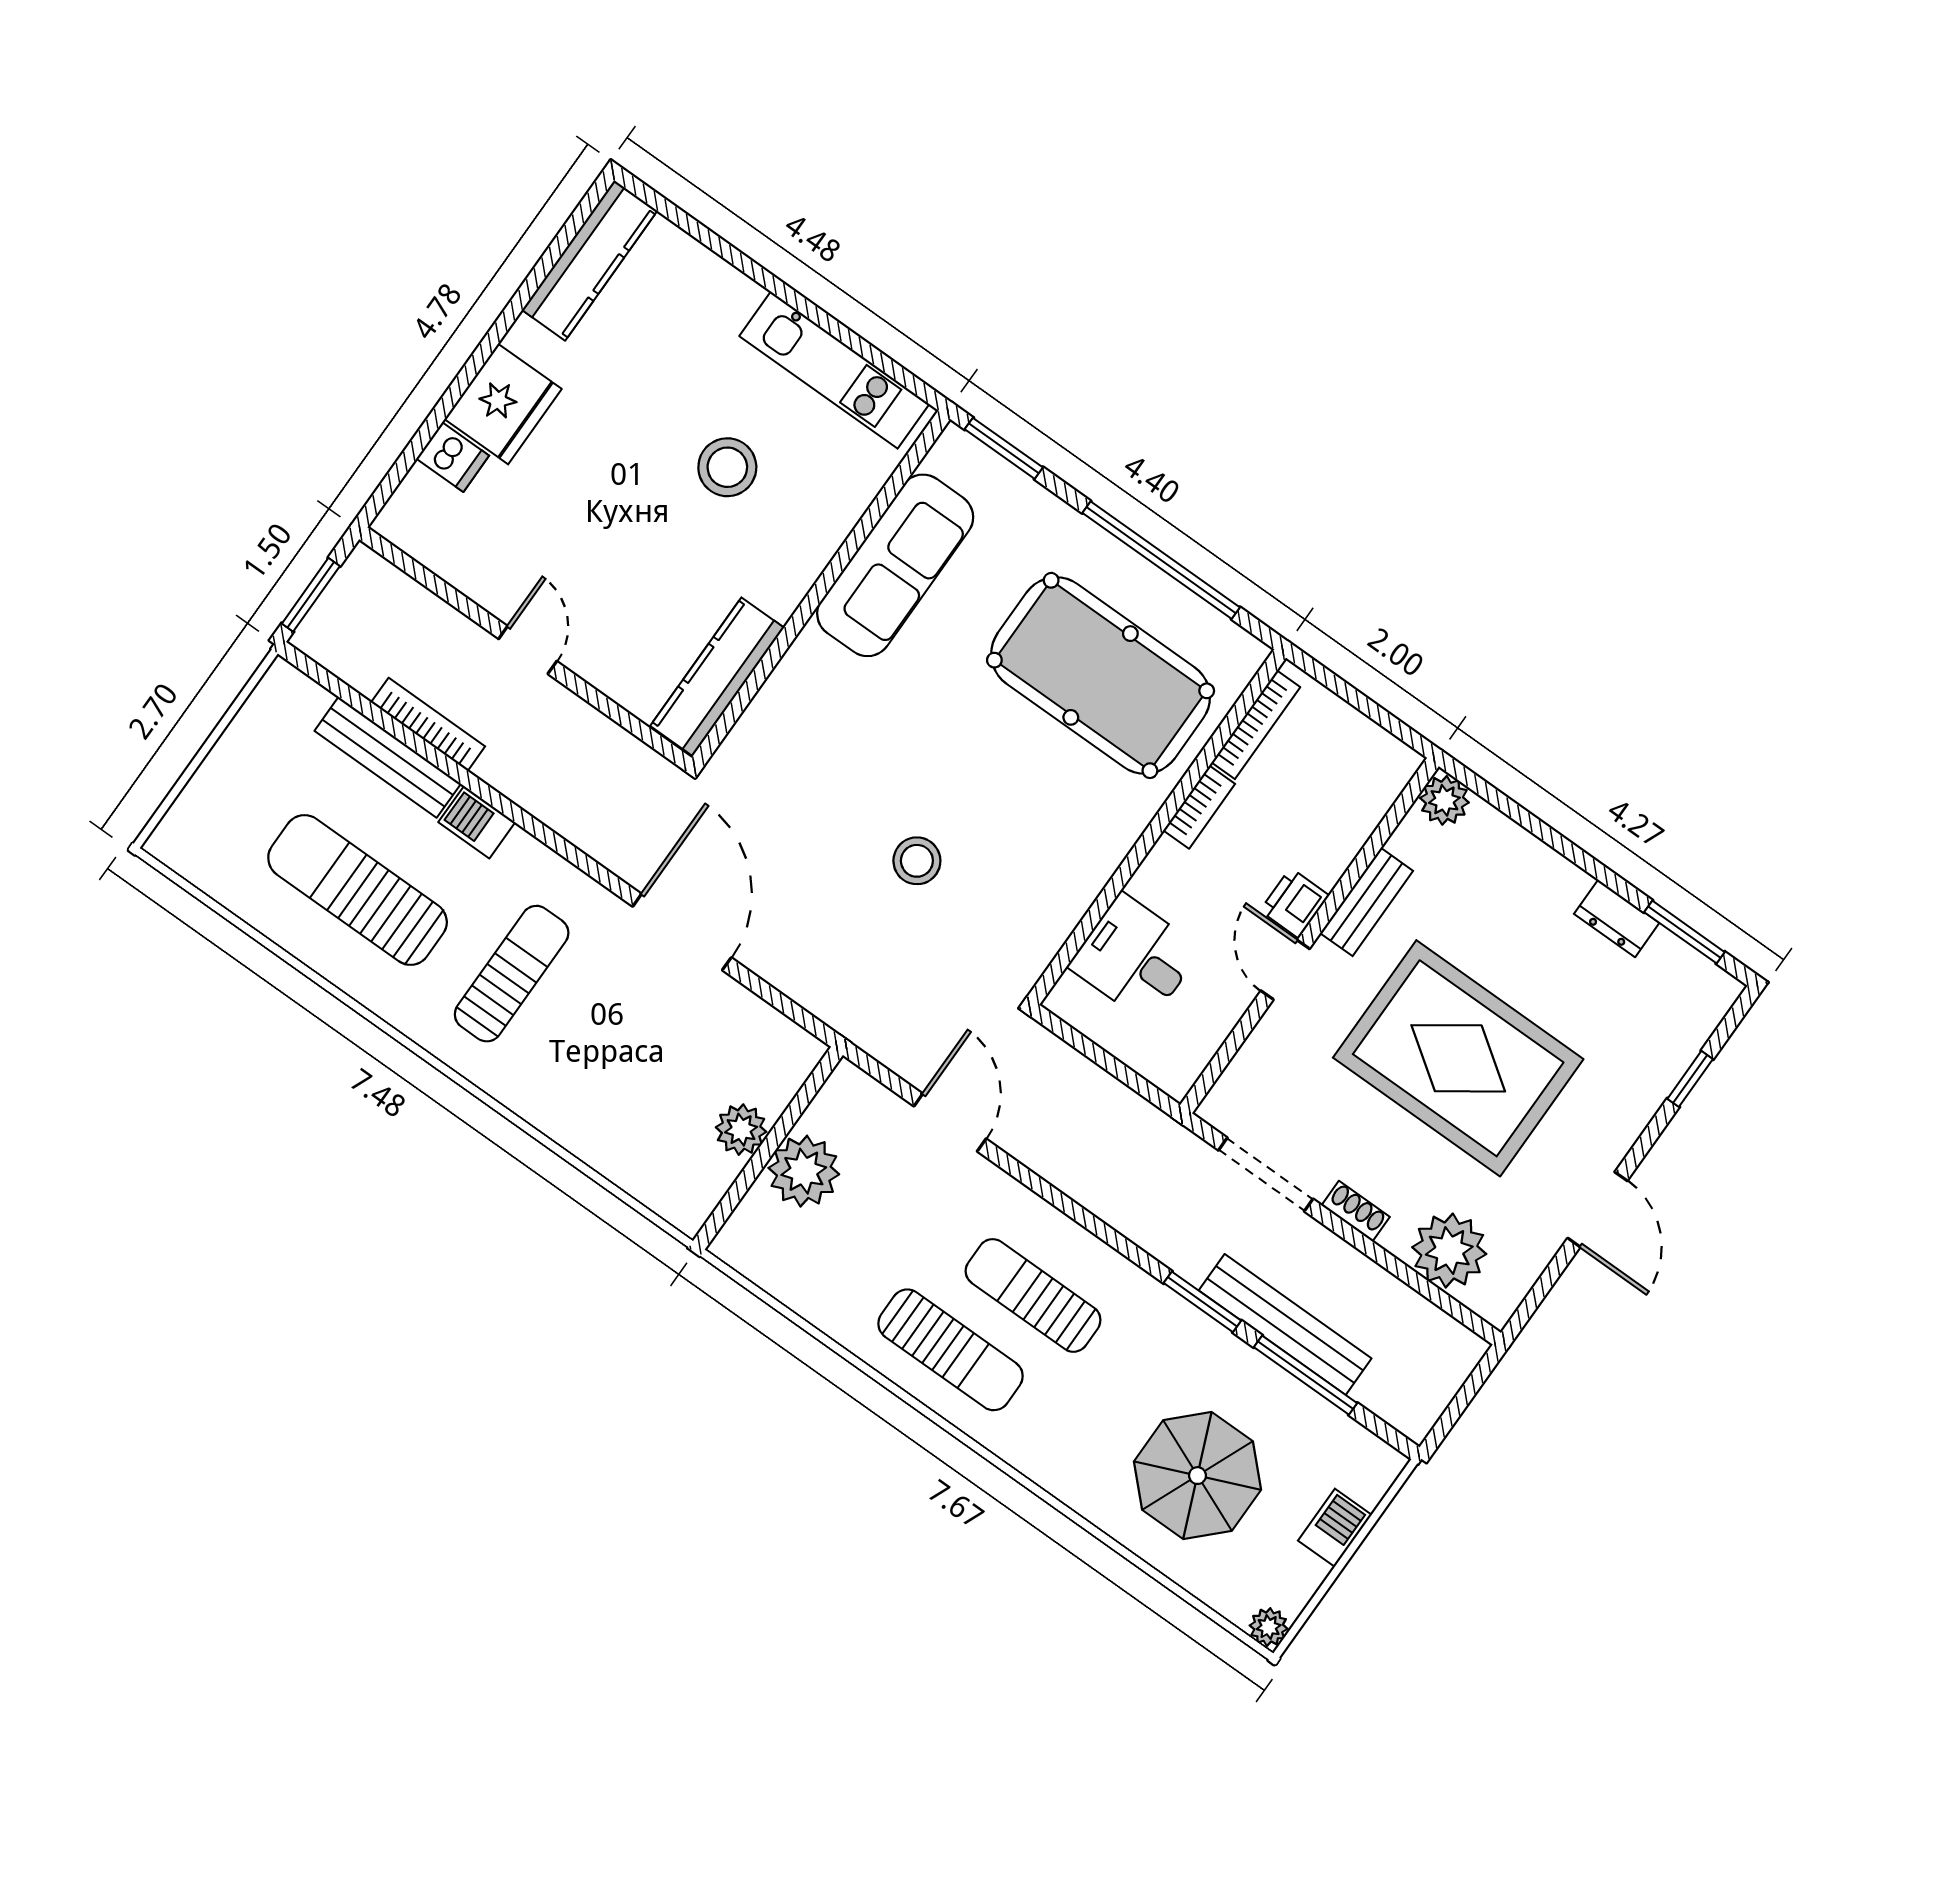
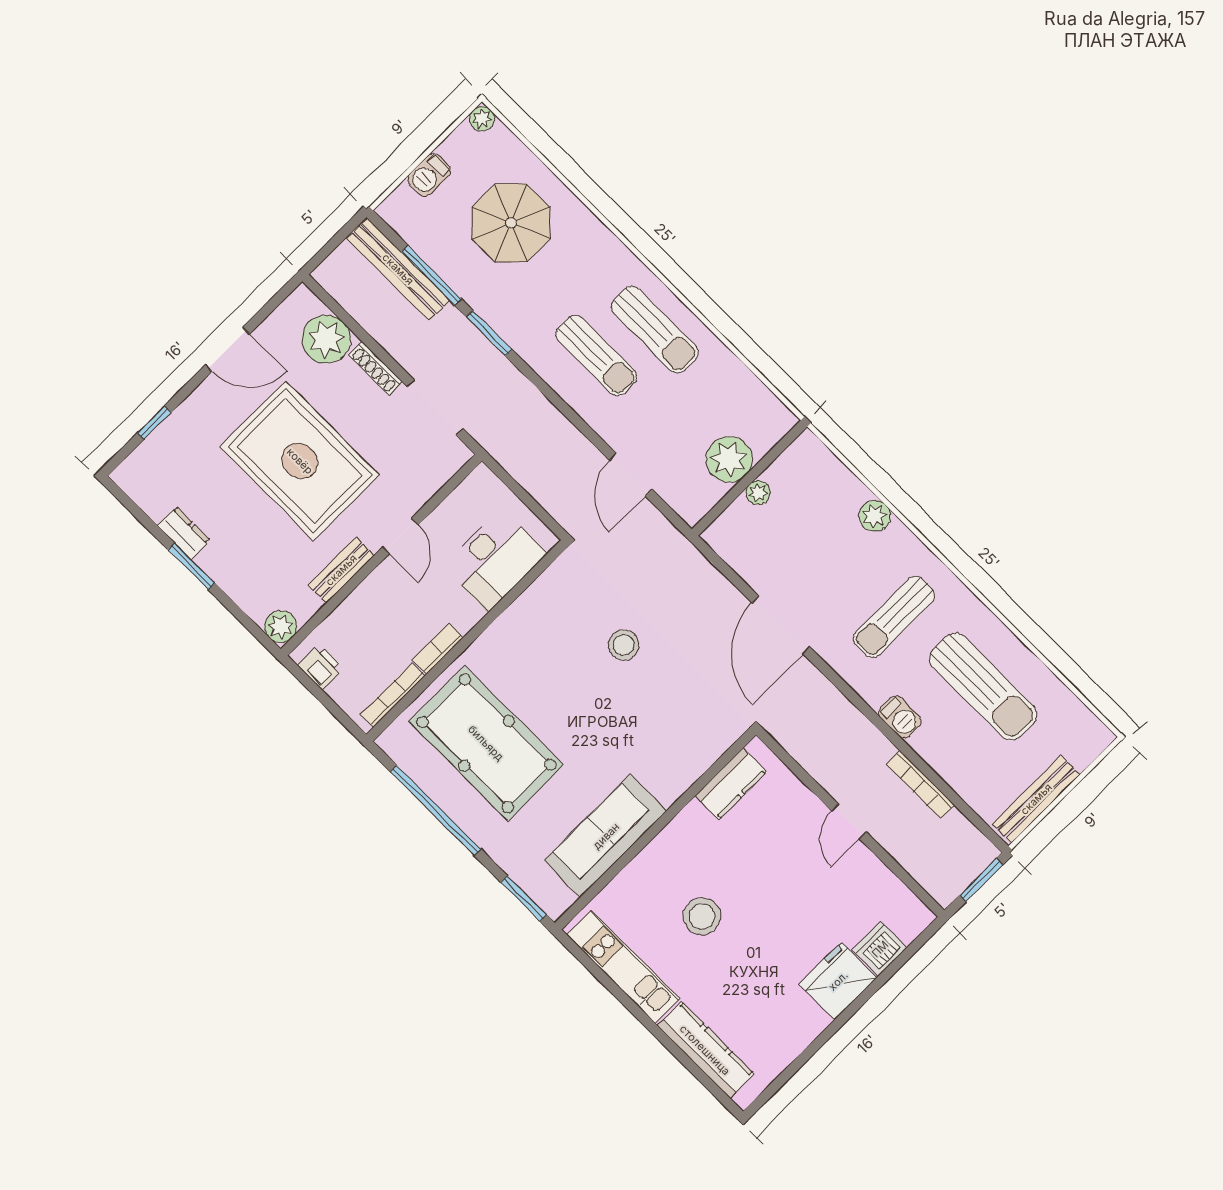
kitchen counter: (590, 260) -> (705, 1050), moved, turned 90
dishwasher: (453, 457) -> (880, 949), width x1.38
kitchen counter: (717, 677) -> (731, 784), width x0.67
bench: (388, 757) -> (1036, 799), moved, turned 90
printer: (1294, 903) -> (321, 667), moved, turned -90
window: (1684, 932) -> (191, 566), moved
desk: (1135, 958) -> (495, 560), width x1.37
plant: (567, 1122) -> (875, 516), added
plant: (741, 1130) -> (758, 493), width x0.73, depth x0.73
door: (1597, 1209) -> (227, 349), swing flipped
shoe rack: (1356, 1211) -> (376, 368), width x1.43
bench: (1285, 1324) -> (398, 269), moved
sun lounger: (950, 1350) -> (655, 330), turned 180

